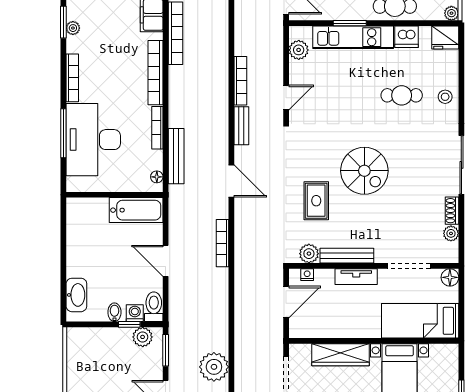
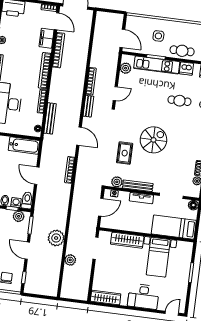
spiral stairs: (364, 171) -> (153, 140), turned -90

